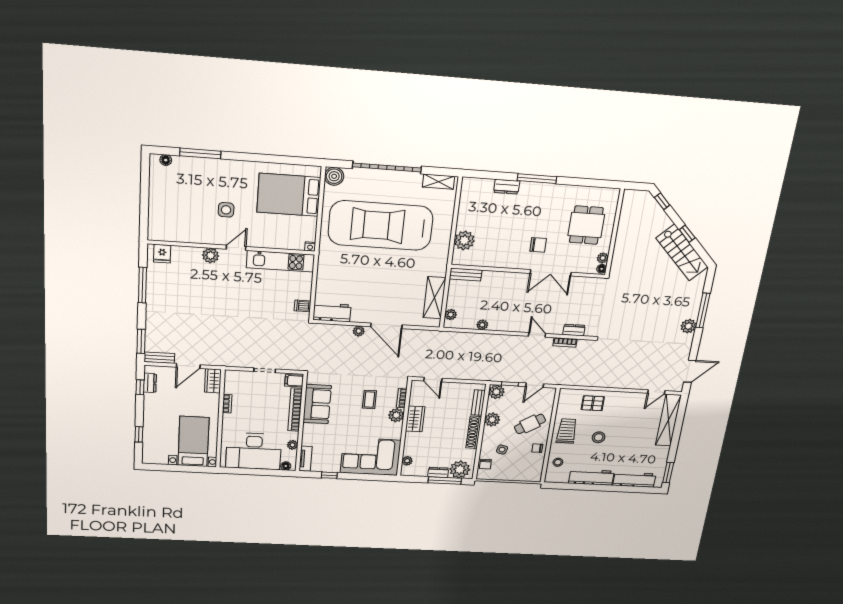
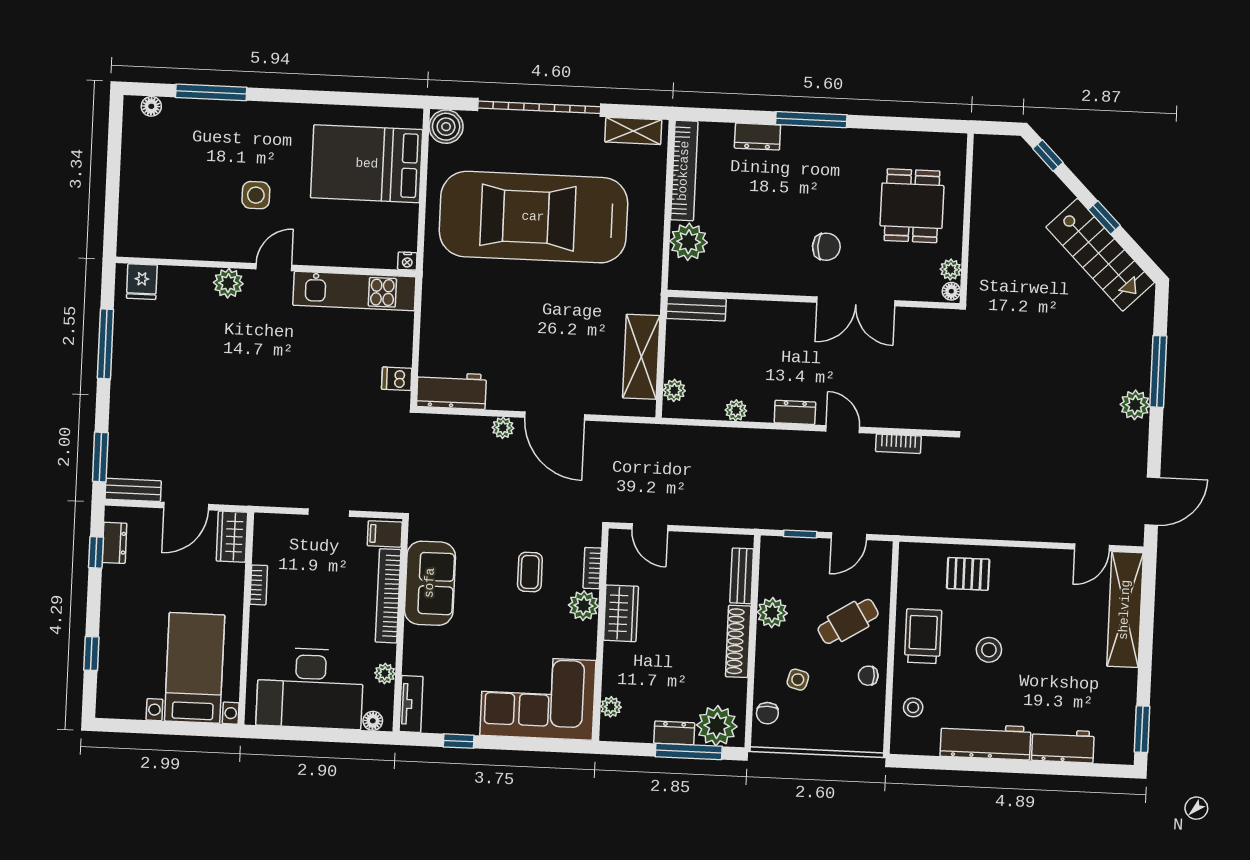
bookcase: (465, 203) -> (684, 171), added
dresser: (574, 330) -> (795, 412), moved
plant: (496, 392) -> (775, 552), removed
workbench: (634, 480) -> (1063, 746), width x0.73

